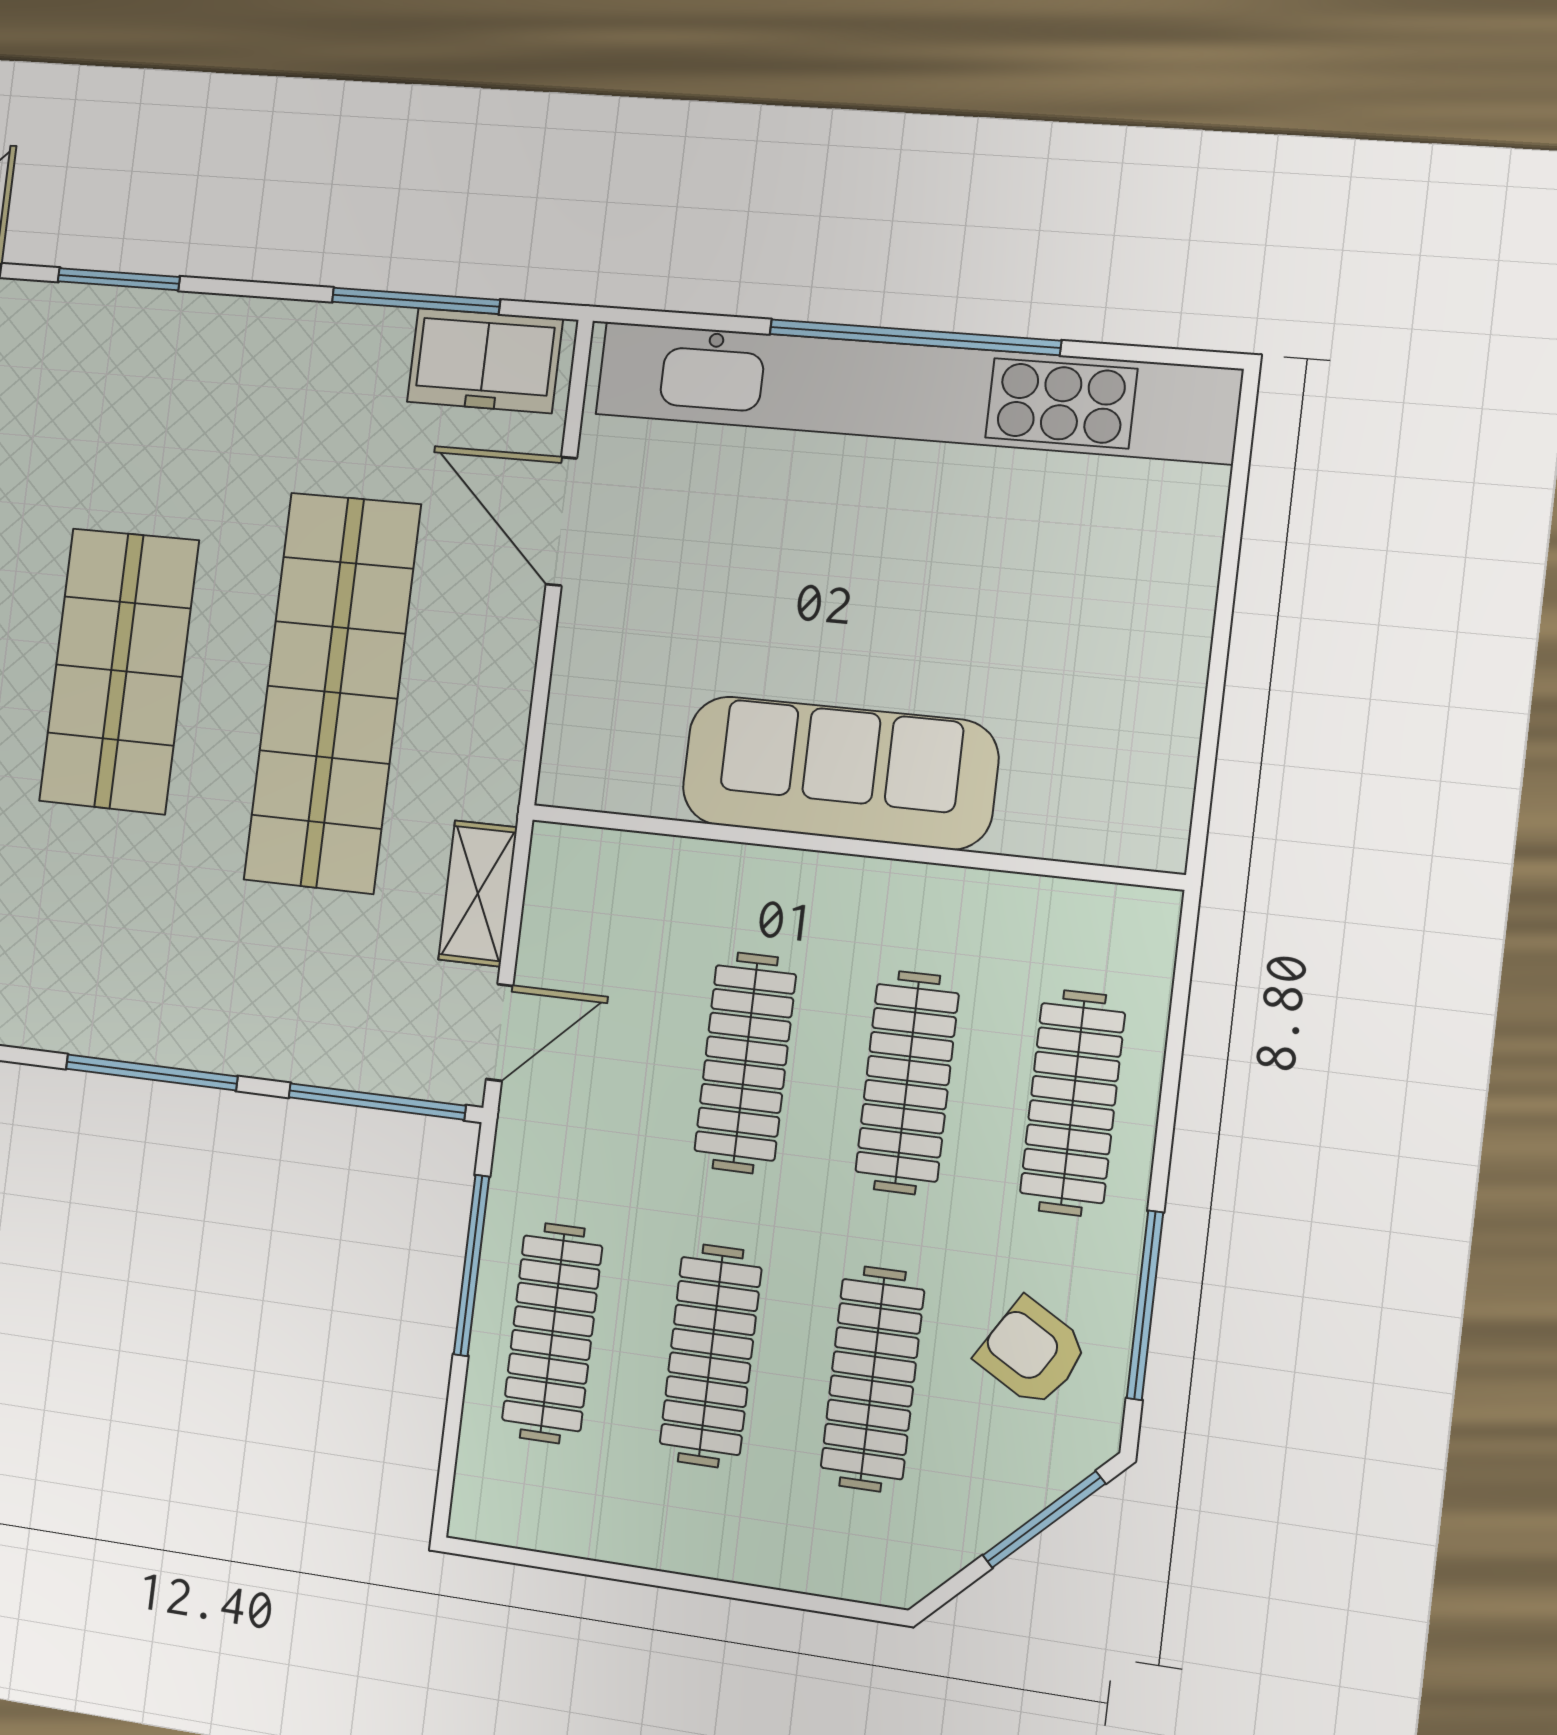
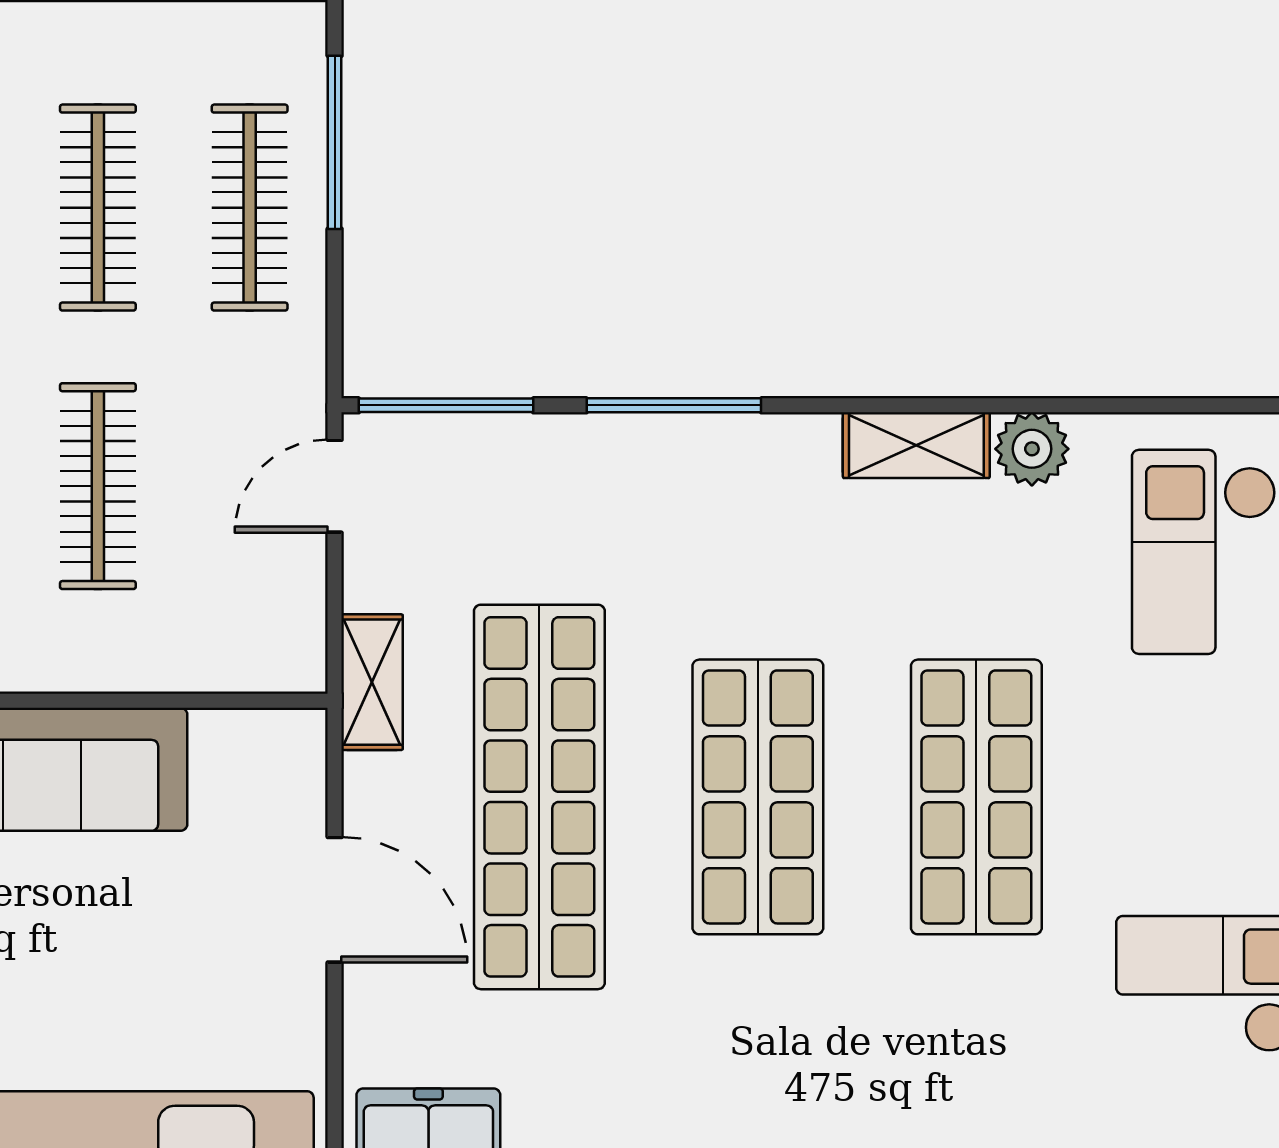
door: (561, 521) -> (335, 900), moved
shelving: (478, 893) -> (372, 682), moved
window: (472, 1265) -> (335, 142), moved

